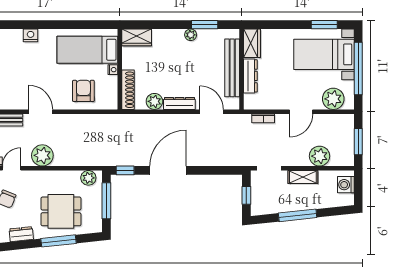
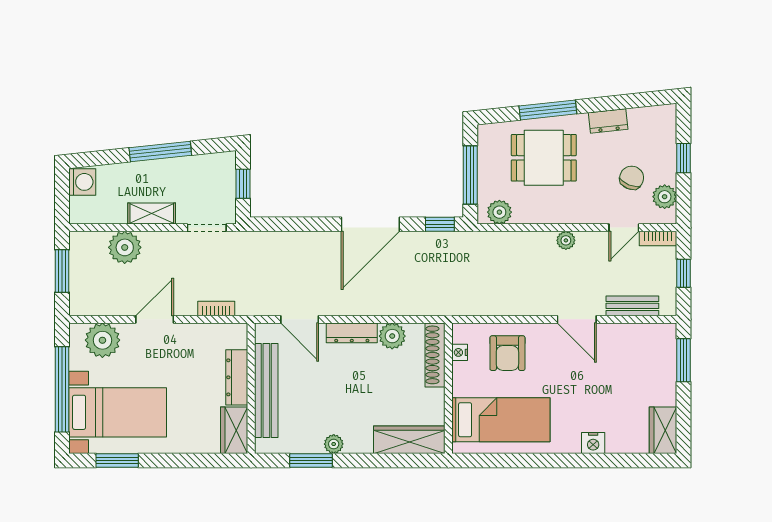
wardrobe: (137, 37) -> (409, 440), width x1.50
nightstand: (113, 70) -> (460, 352), moved
plant: (42, 155) -> (566, 240), width x0.53, depth x0.53
washing machine: (346, 185) -> (82, 182), moved

